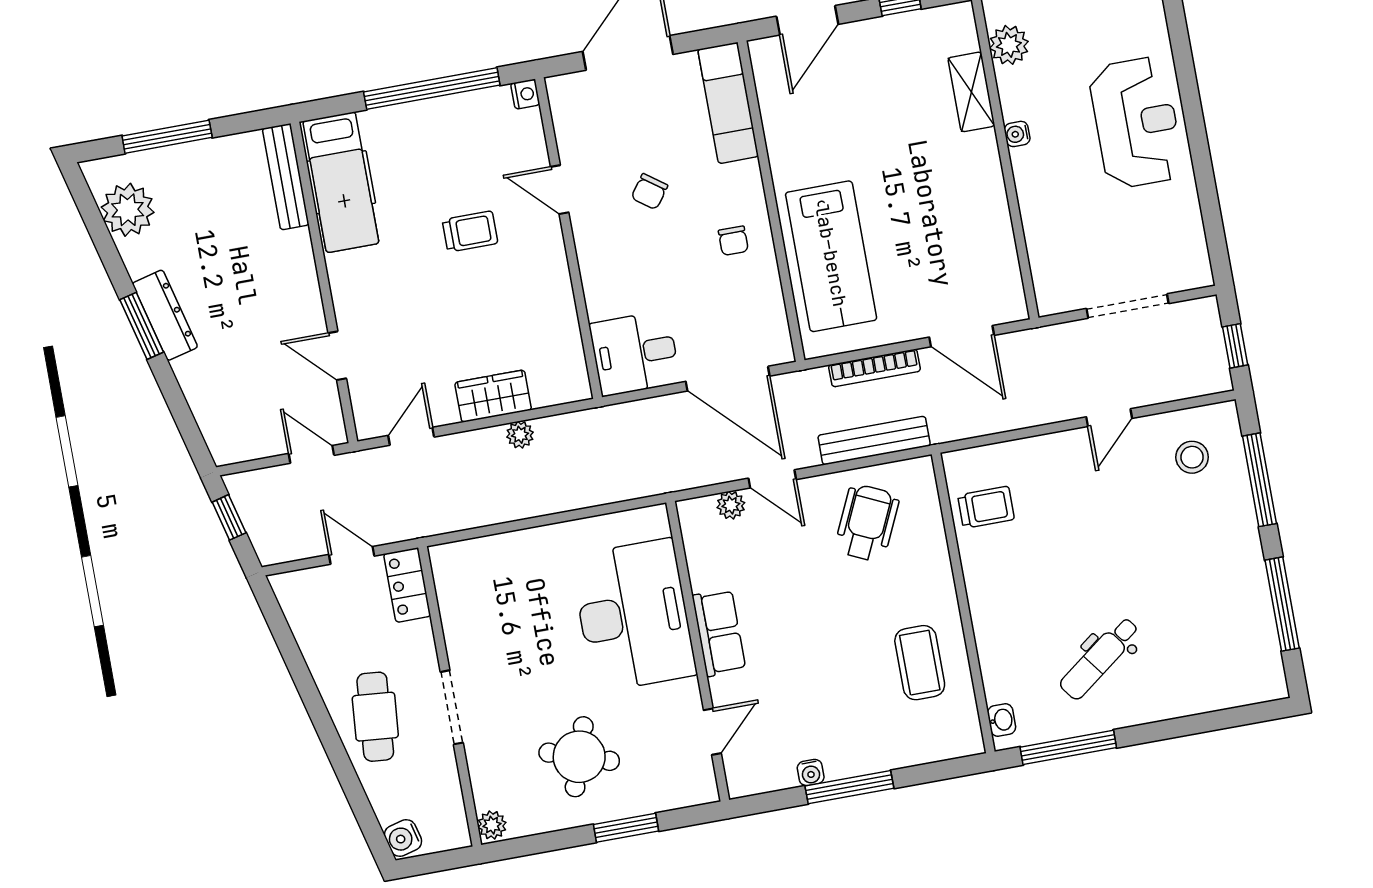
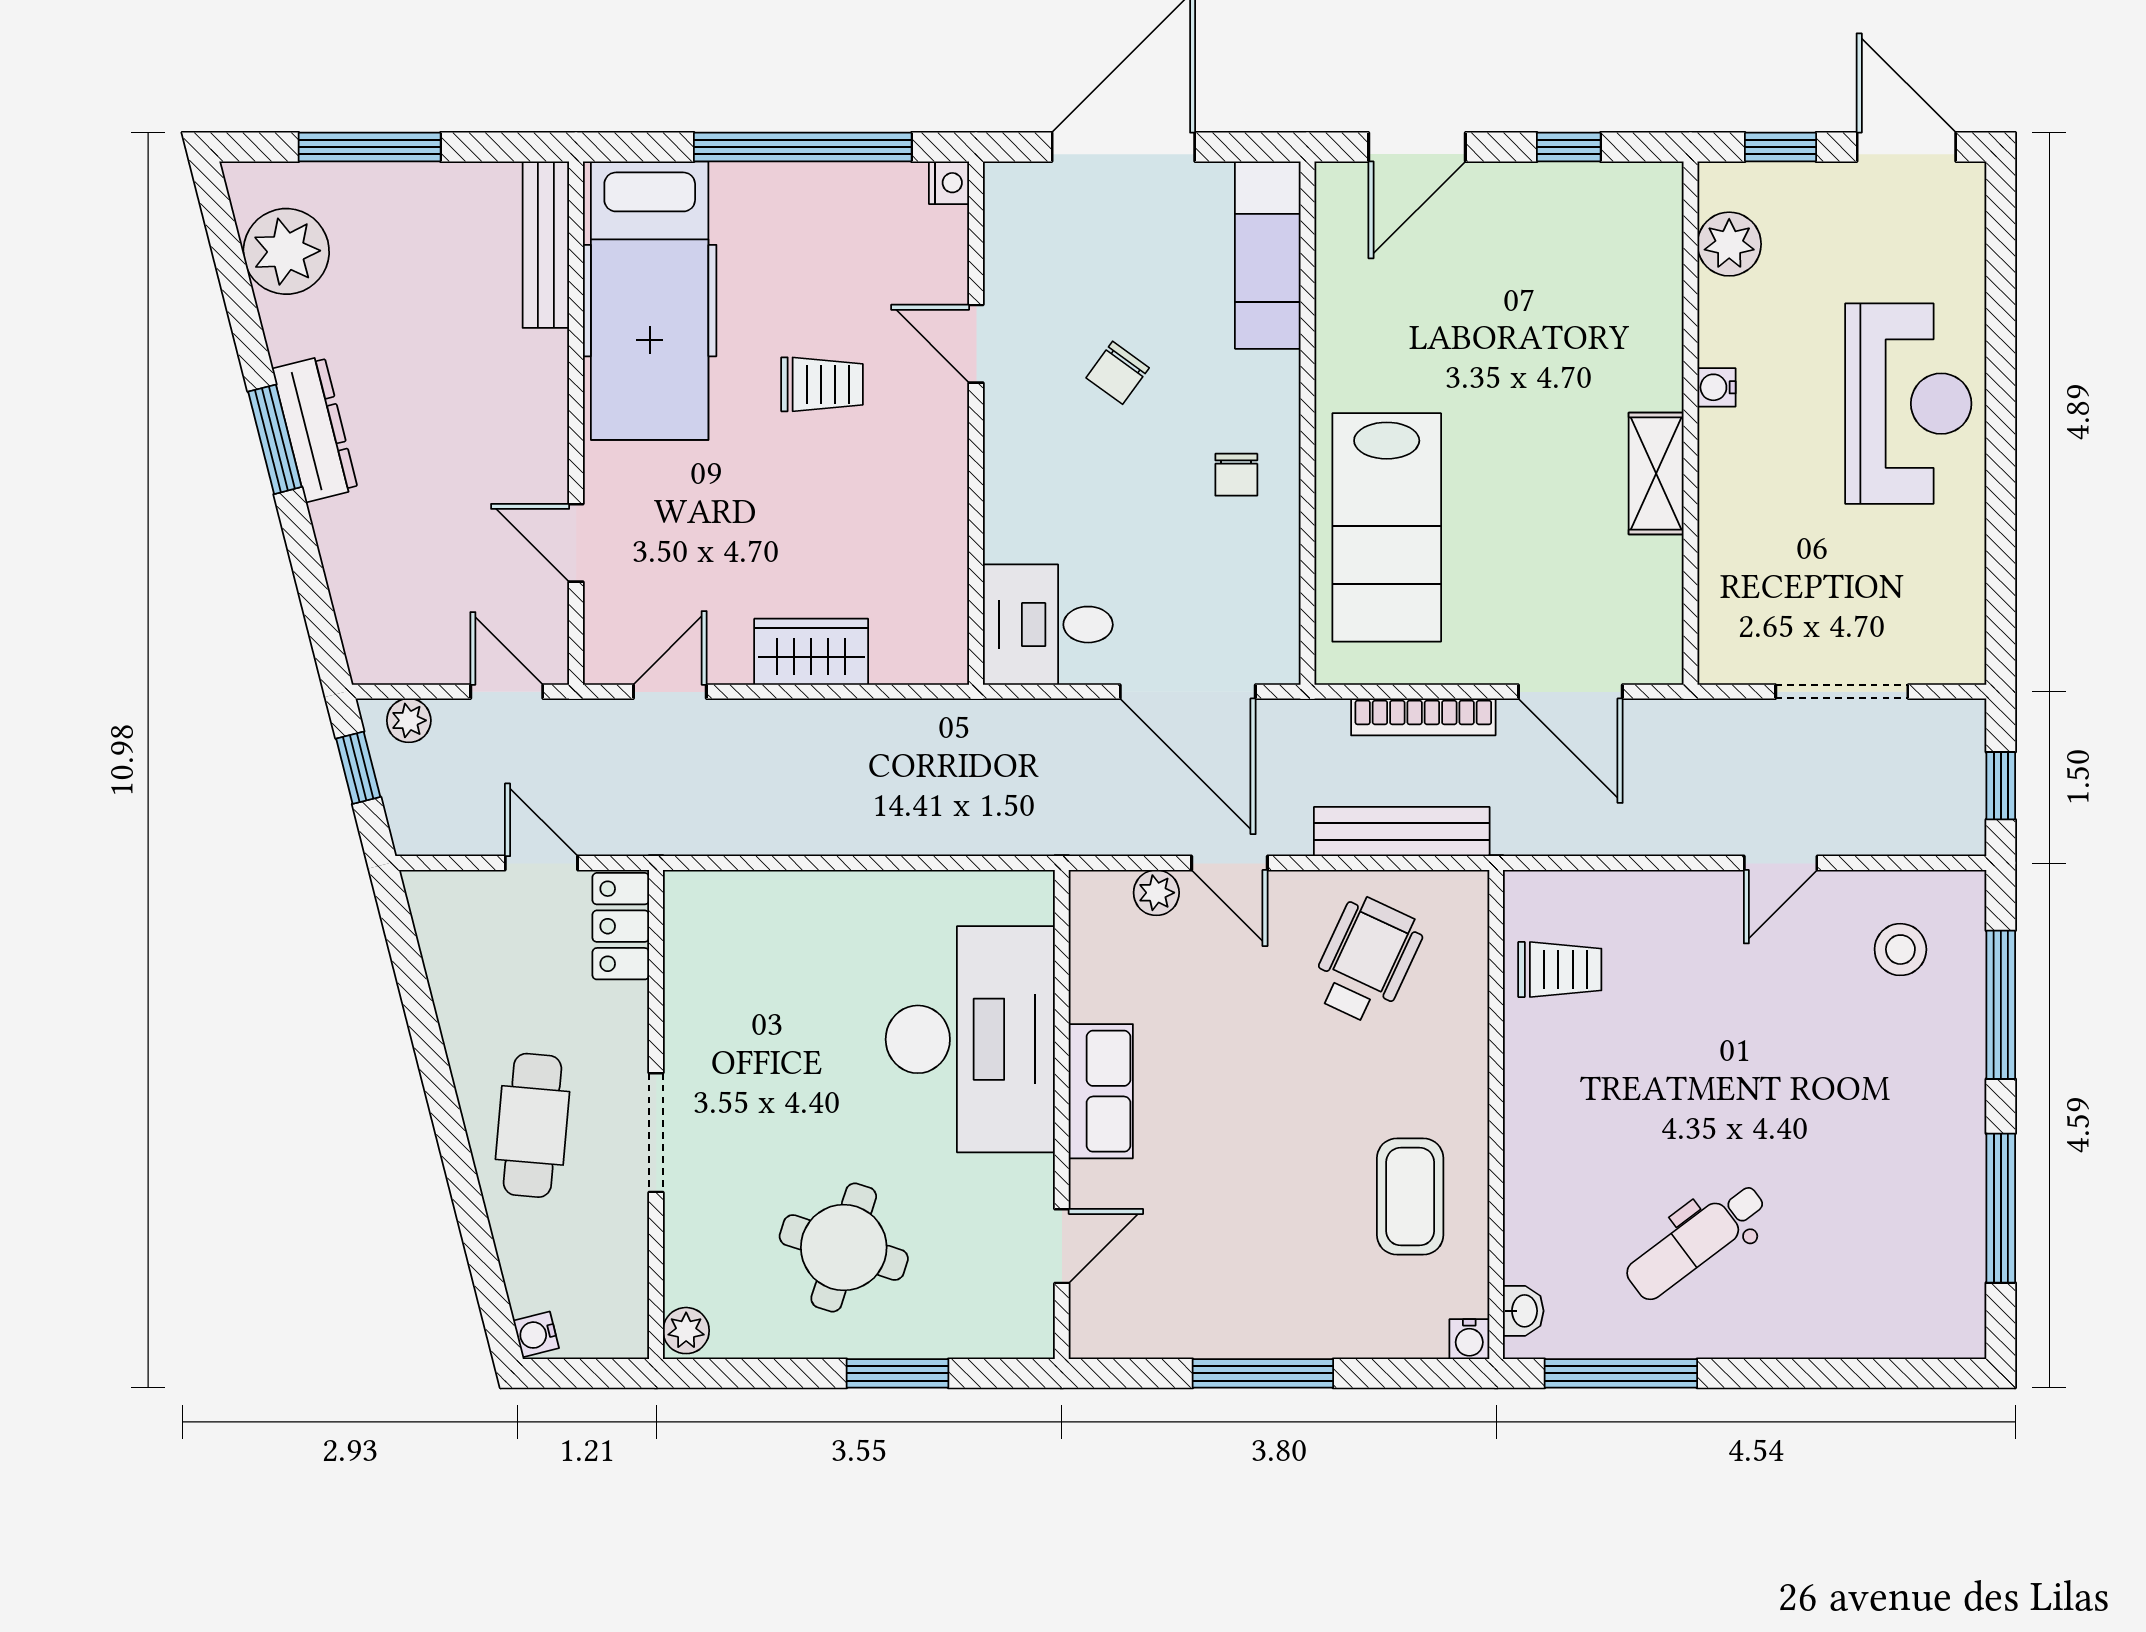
shelving: (971, 92) -> (1656, 473), moved
hospital bed: (341, 182) -> (650, 301), width x1.37, depth x1.29
plant: (520, 435) -> (409, 720), moved
water cooler: (811, 773) -> (1469, 1339), moved
water cooler: (403, 838) -> (536, 1334), width x0.72, depth x0.72

